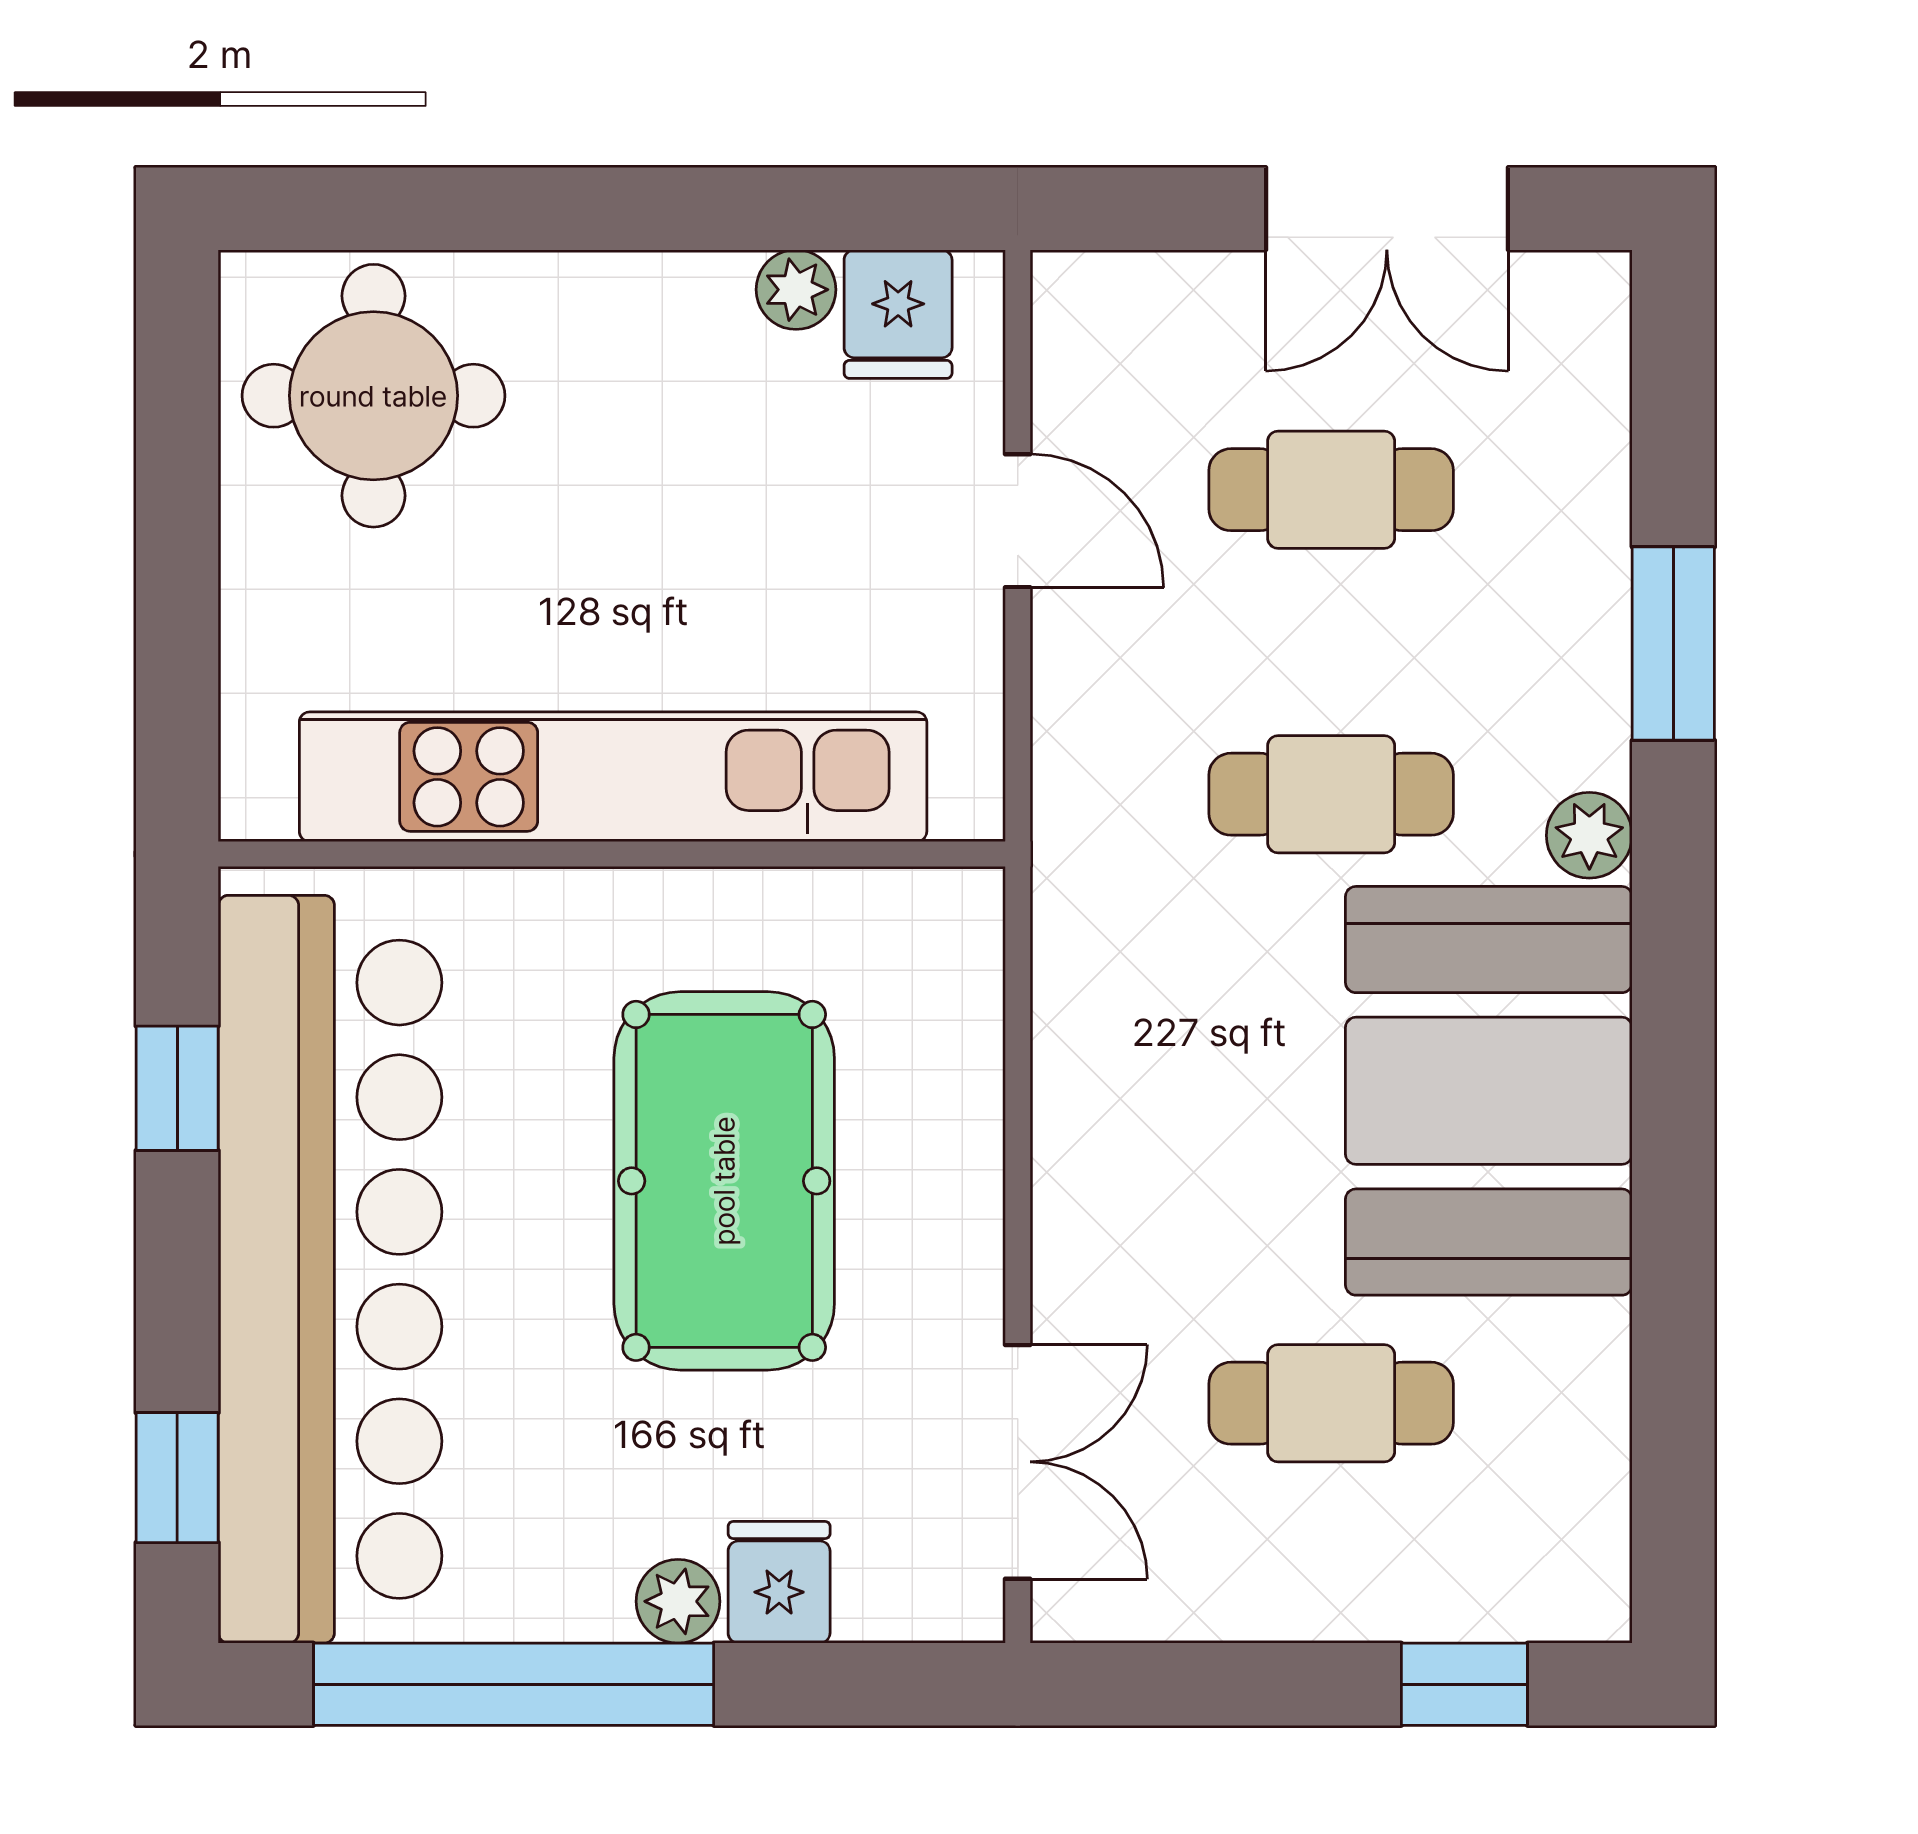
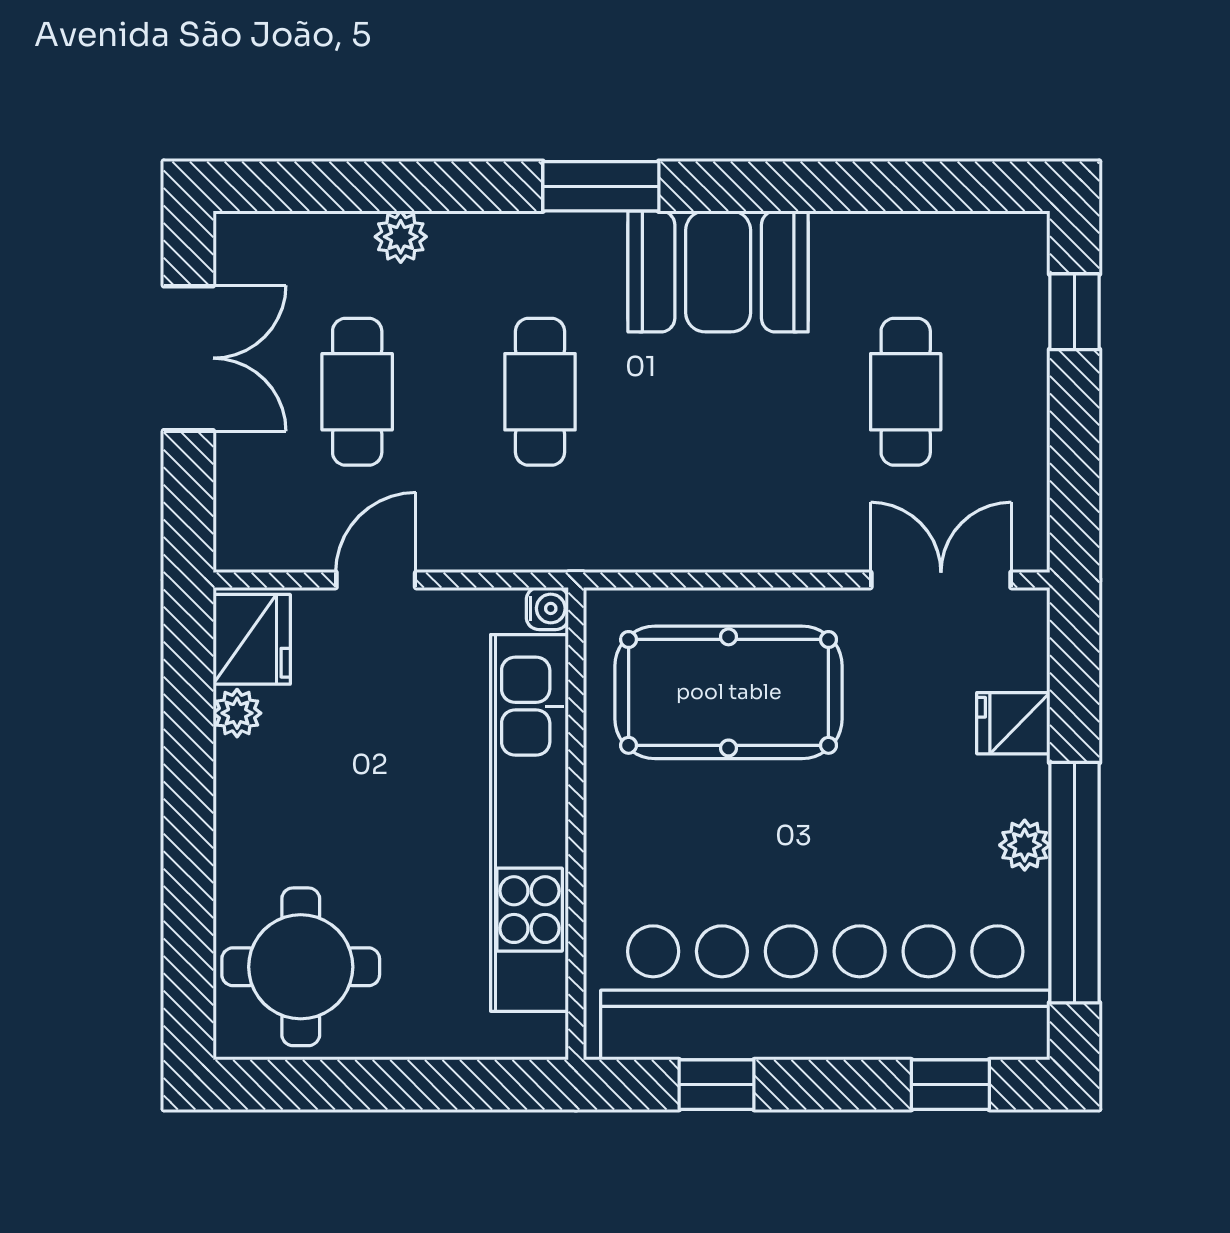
fridge: (898, 314) -> (252, 639), width x1.38
window: (1673, 644) -> (601, 186), moved
water cooler: (970, 806) -> (547, 608), added
plant: (1589, 835) -> (401, 237), moved
booth: (1489, 1091) -> (718, 271), width x0.73, depth x0.70
pool table: (724, 1181) -> (729, 692), moved
plant: (678, 1601) -> (1025, 845), moved

